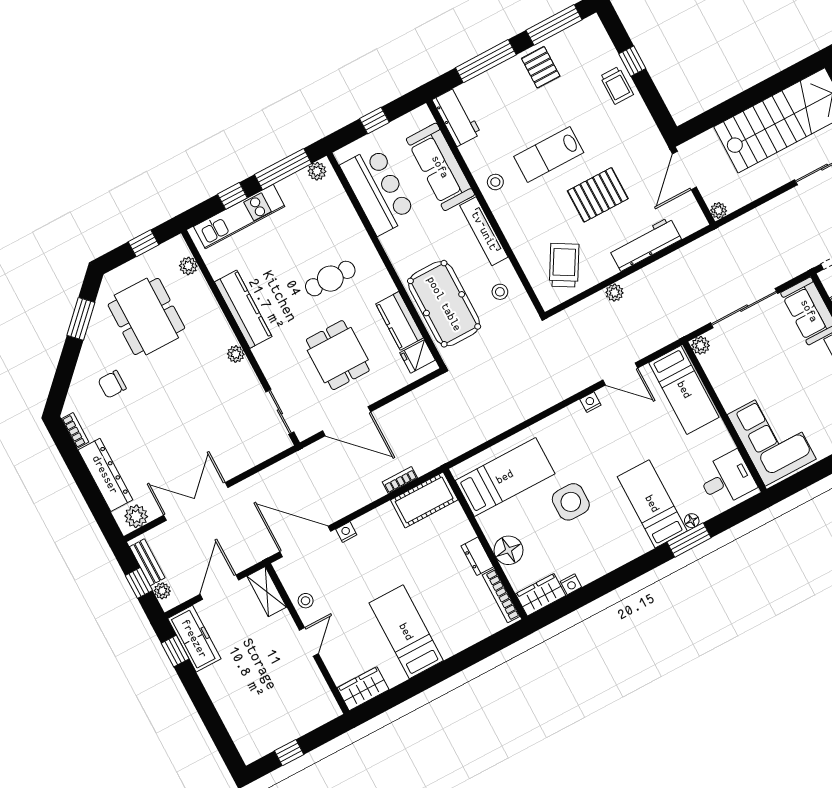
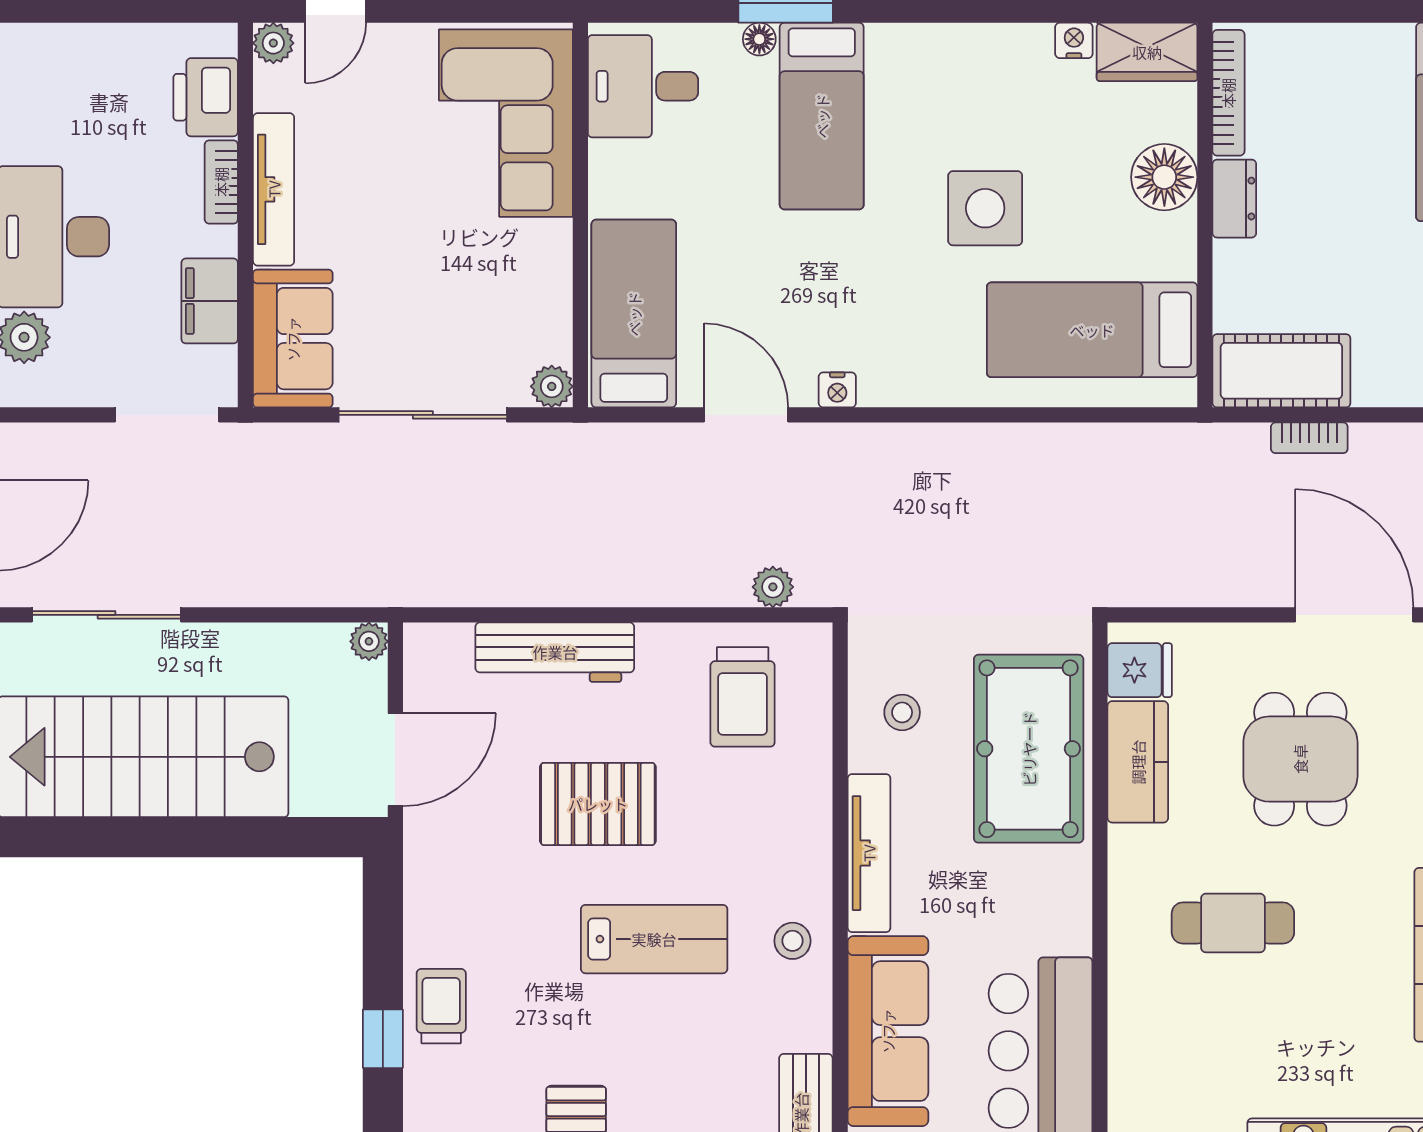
trolley: (564, 265) -> (743, 697), turned -30
plant: (614, 293) -> (773, 587), moved

